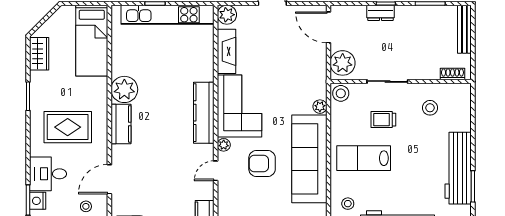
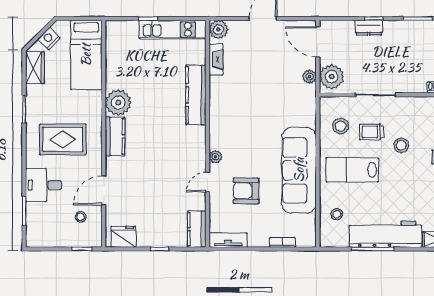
kitchen unit: (168, 15) -> (173, 30), width x0.73
fireplace: (226, 51) -> (216, 59), width x0.73, depth x0.76
stool: (341, 93) -> (341, 126), moved
corner sofa: (239, 106) -> (231, 119), removed
plant: (320, 107) -> (310, 77), moved
stool: (430, 108) -> (401, 145), moved
kitchen counter: (204, 113) -> (196, 95), moved
armchair: (262, 163) -> (246, 191), moved
nightstand: (38, 201) -> (49, 39), moved, turned 45

